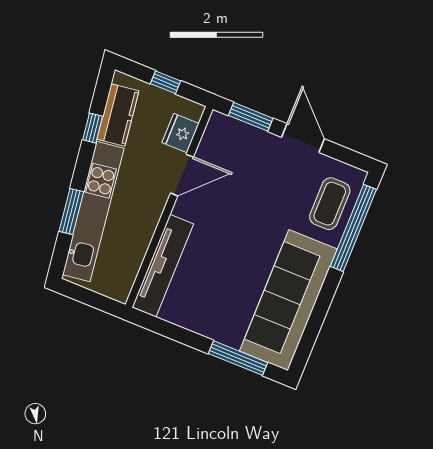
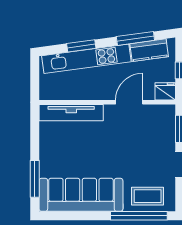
window: (93, 128) -> (135, 38), width x2.17
fridge: (181, 133) -> (165, 91), moved
door: (182, 175) -> (129, 102), swing flipped

